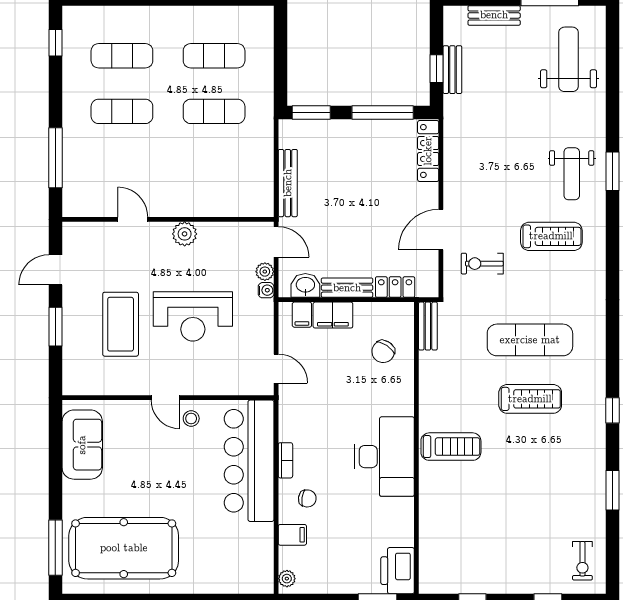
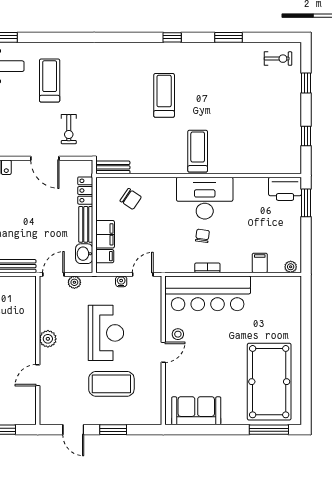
water cooler: (266, 290) -> (121, 281), moved
exercise mat: (530, 340) -> (123, 96), removed
chair: (307, 498) -> (202, 236), moved

